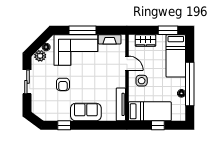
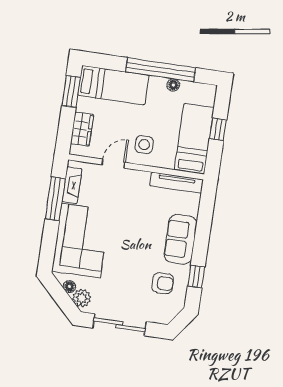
window: (83, 30) -> (55, 199), moved
sliding door: (27, 82) -> (119, 325), width x1.37
armchair: (63, 84) -> (163, 283), moved

